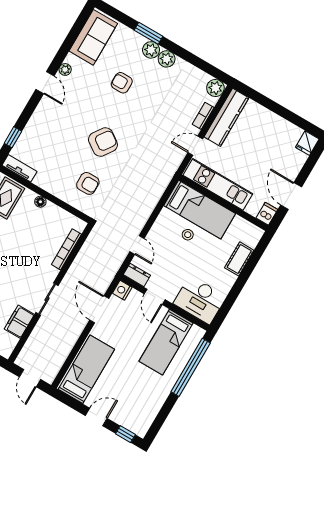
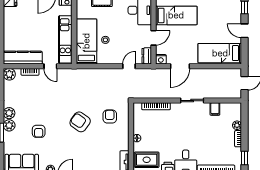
filing cabinet: (19, 322) -> (215, 109), width x0.50

